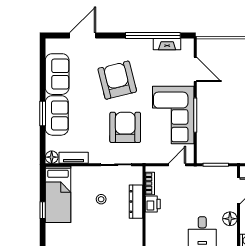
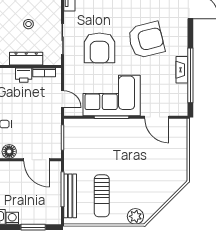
fireplace: (167, 44) -> (182, 70), moved
door: (195, 69) -> (157, 117), hinge flipped
armchair: (125, 127) -> (99, 48), turned 90

